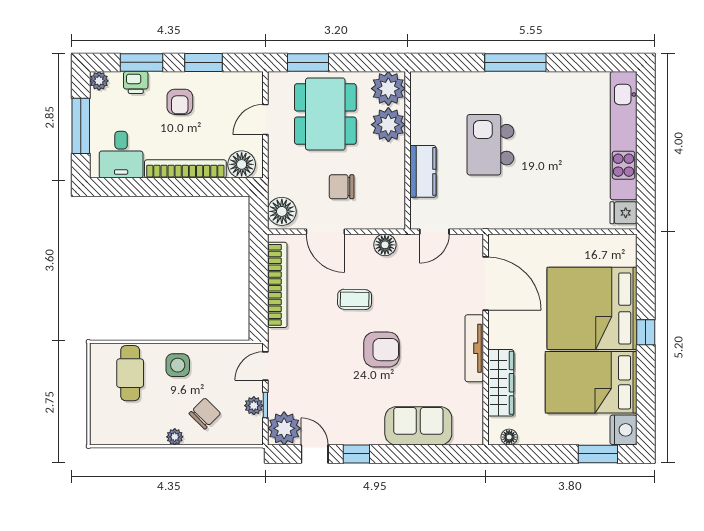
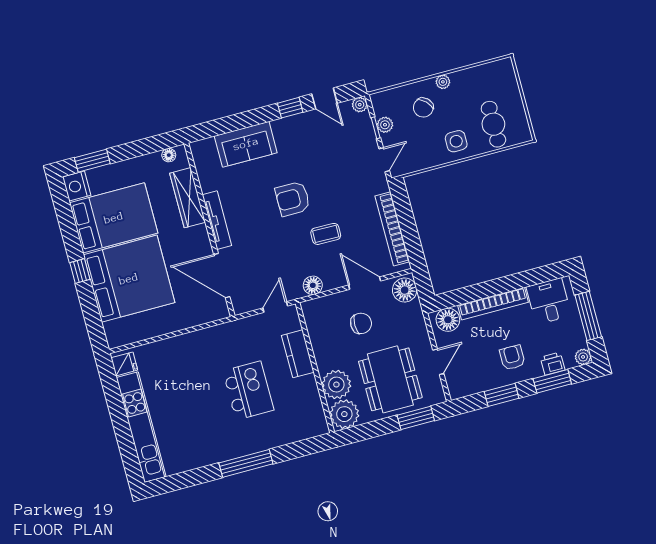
plant: (284, 428) -> (360, 105), width x0.53, depth x0.53

